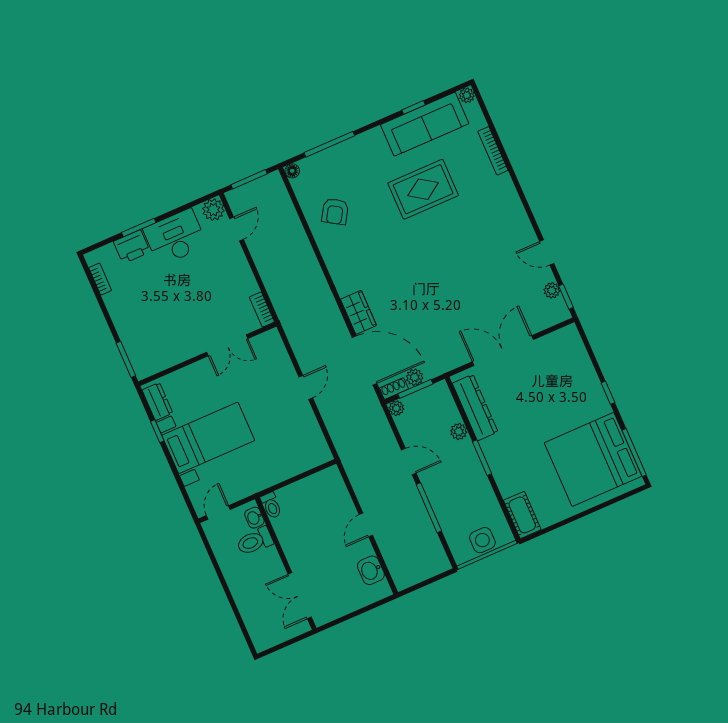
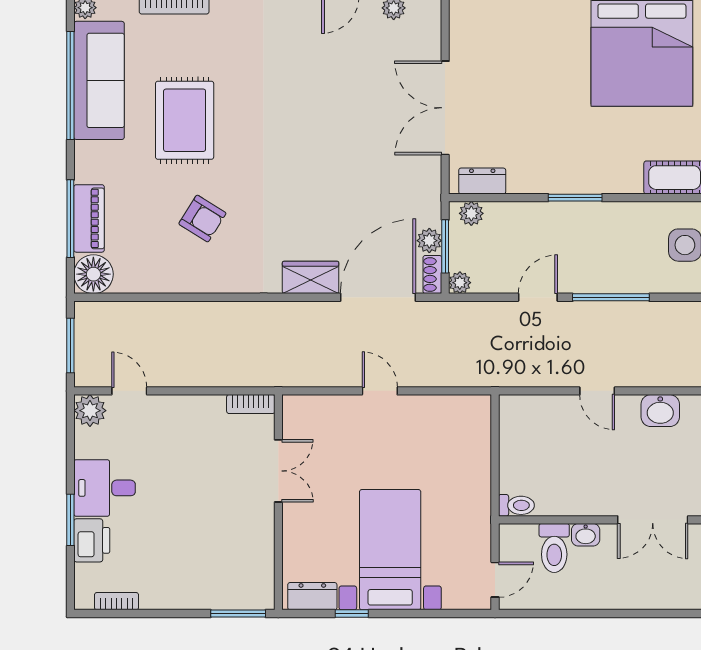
window: (414, 107) -> (70, 85), width x3.17
piano: (335, 156) -> (89, 218), added
floor lamp: (292, 171) -> (93, 274), width x1.89, depth x1.89
armchair: (335, 211) -> (202, 219), moved
desk: (175, 237) -> (105, 488), width x0.73
dresser: (475, 408) -> (482, 181), width x0.51, depth x0.80
plant: (459, 431) -> (471, 213), moved
door: (218, 512) -> (495, 580), swing flipped
washbasin: (254, 518) -> (586, 535), moved

